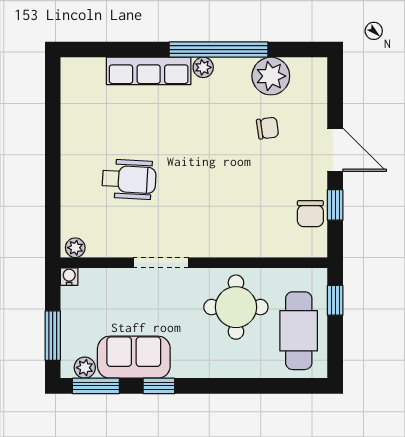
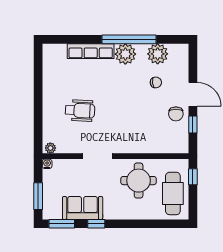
plant: (203, 67) -> (125, 54), width x1.87, depth x1.87
chair: (310, 214) -> (176, 114), moved
plant: (85, 368) -> (56, 214), removed

